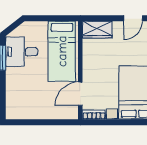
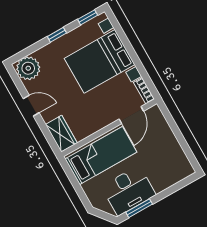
desk: (22, 52) -> (128, 191), width x1.37
door: (80, 94) -> (131, 115), hinge flipped

